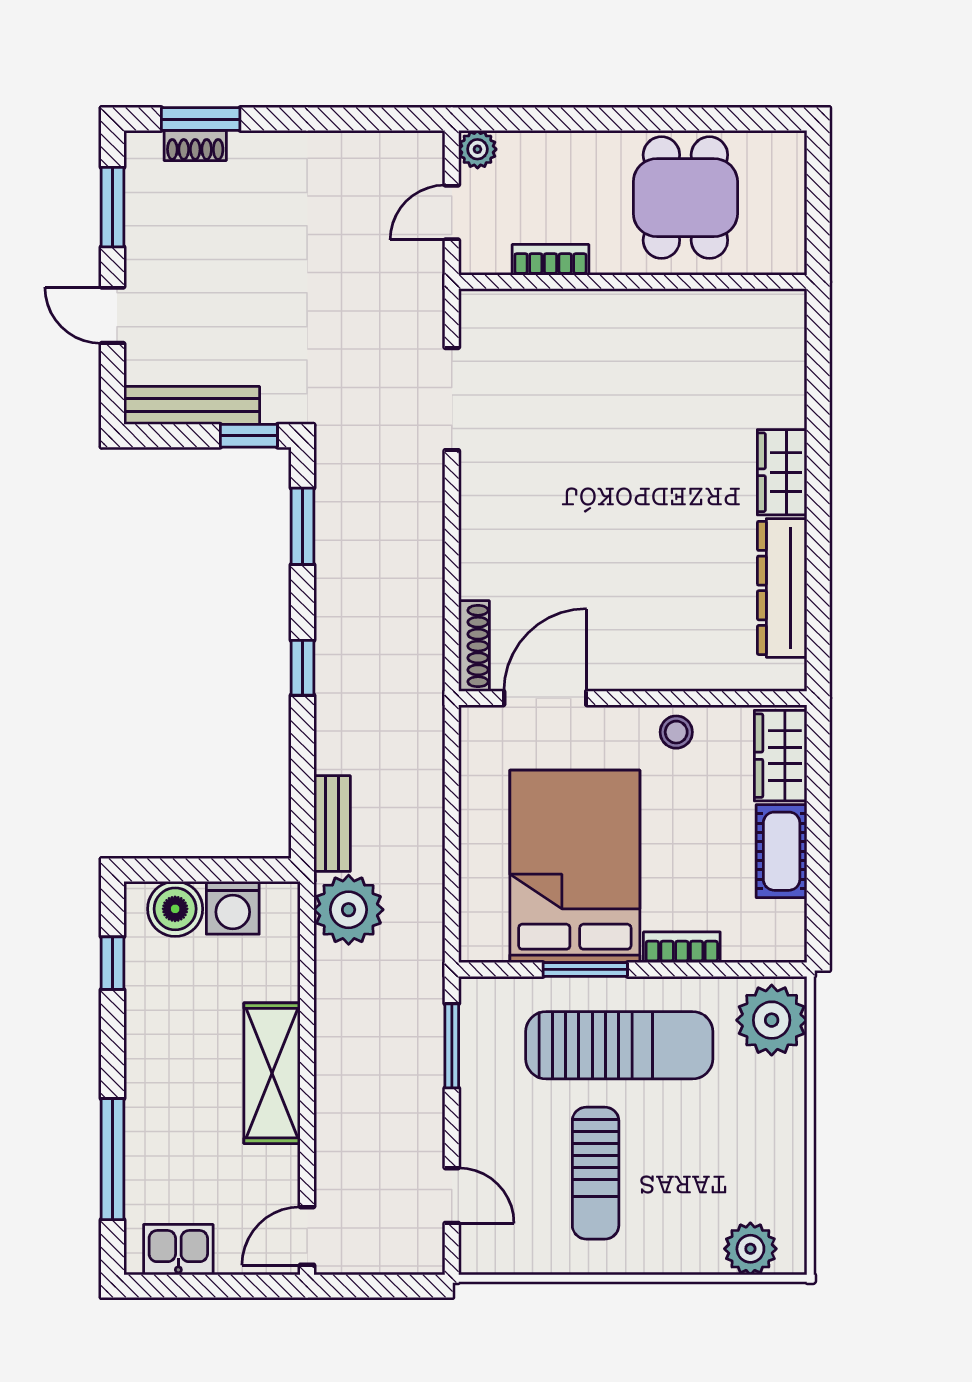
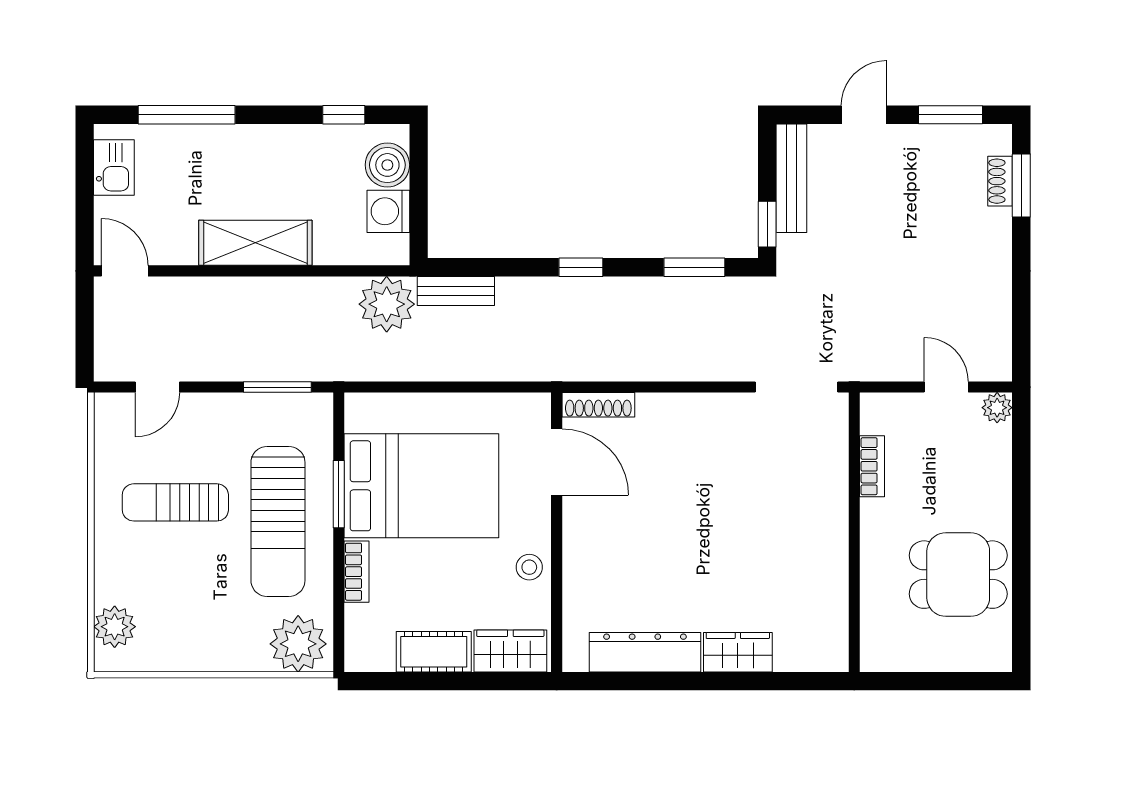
bookcase: (550, 260) -> (872, 466), moved
wall: (633, 282) -> (854, 532), moved

